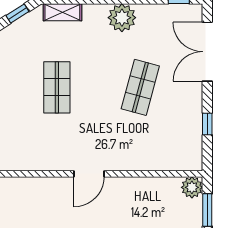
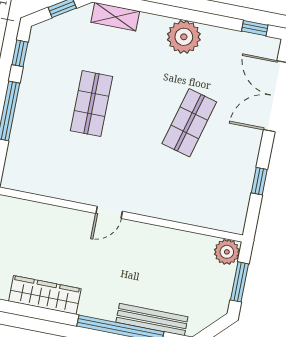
door: (89, 174) -> (109, 212), width x0.73

